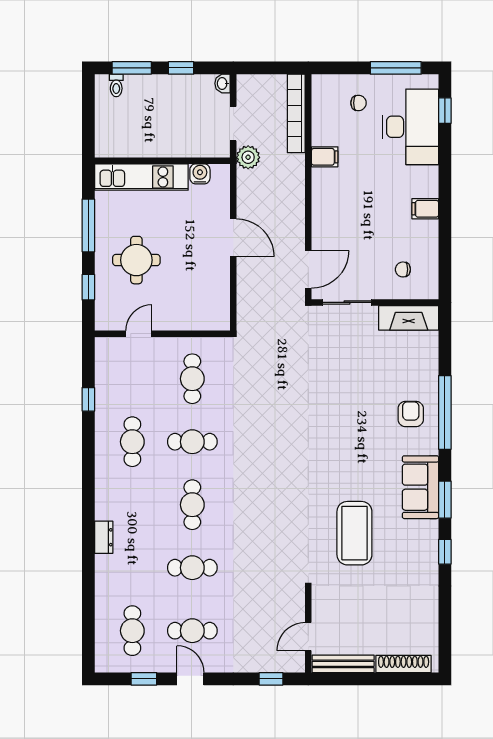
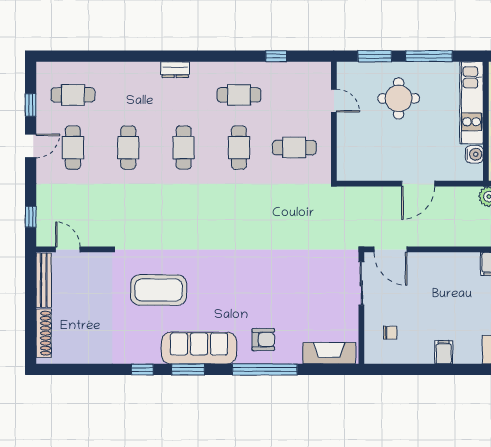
chair: (403, 269) -> (390, 333), turned 90
window: (88, 287) -> (375, 56), width x1.50
fireplace: (409, 318) -> (329, 353), moved, turned 90
sofa: (420, 487) -> (199, 348), width x1.36
cafe table: (192, 505) -> (184, 148), turned 90
dresser: (104, 537) -> (175, 70), moved

